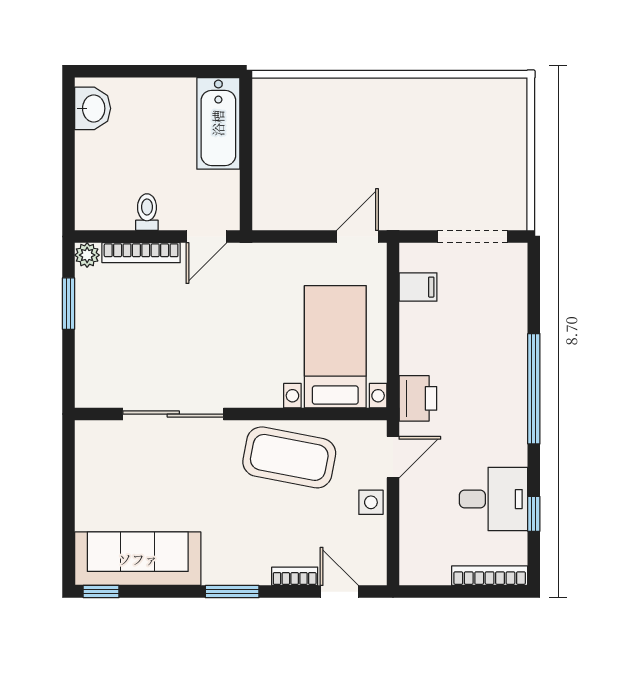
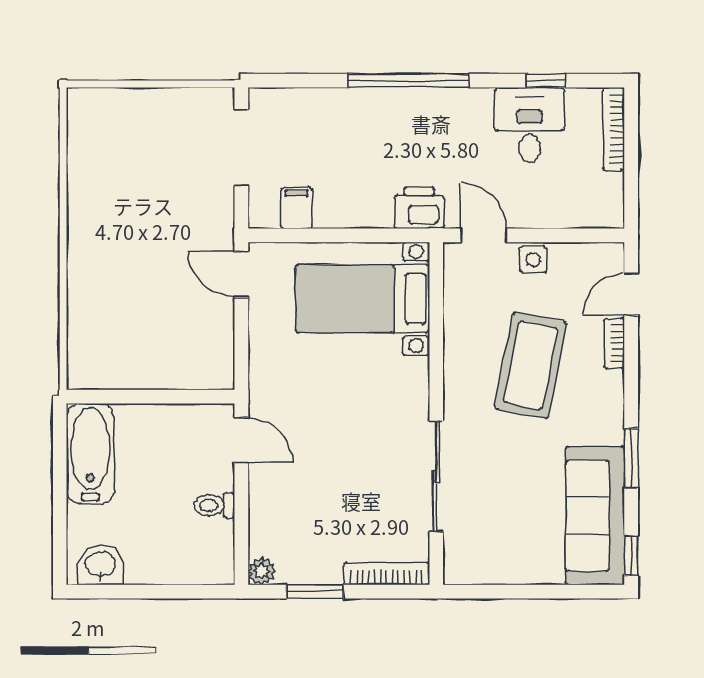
bathtub: (218, 123) -> (90, 454), moved, turned -90
bookcase: (141, 253) -> (387, 574), moved, turned -90
coffee table: (289, 457) -> (531, 365), moved
window: (232, 592) -> (631, 458), moved

